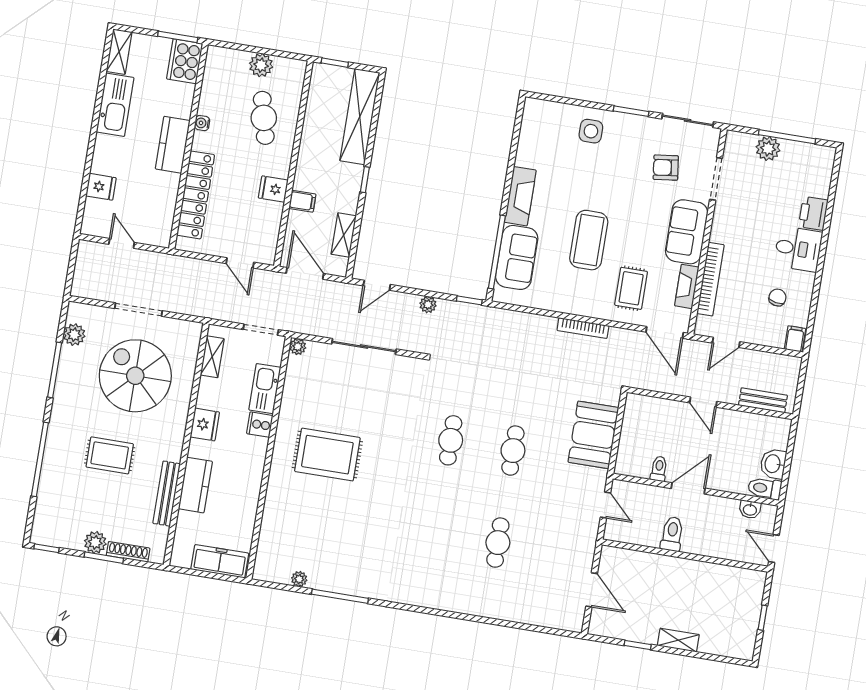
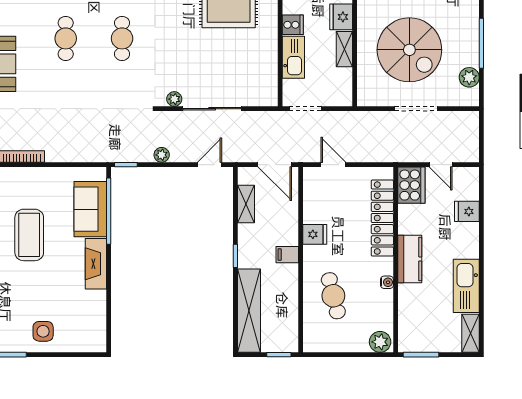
cooker: (185, 61) -> (411, 185), moved
plant: (261, 65) -> (380, 342), moved
filing cabinet: (302, 201) -> (287, 255), moved
plant: (298, 347) -> (174, 99), moved
shelving: (212, 357) -> (344, 49), moved

